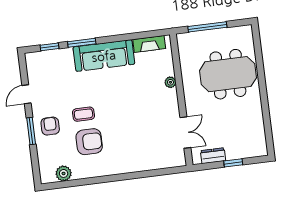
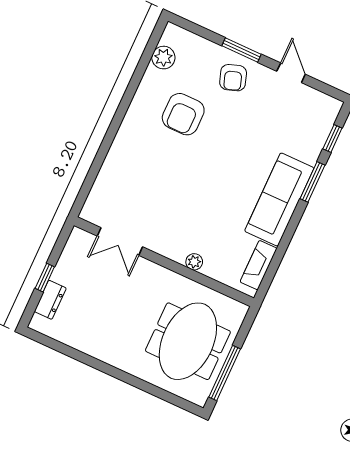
window: (207, 27) -> (225, 373), moved
meeting table: (228, 74) -> (188, 341), moved
coffee table: (83, 114) -> (222, 129), removed
armchair: (50, 126) -> (233, 78), turned 71
dresser: (213, 156) -> (50, 300), moved

